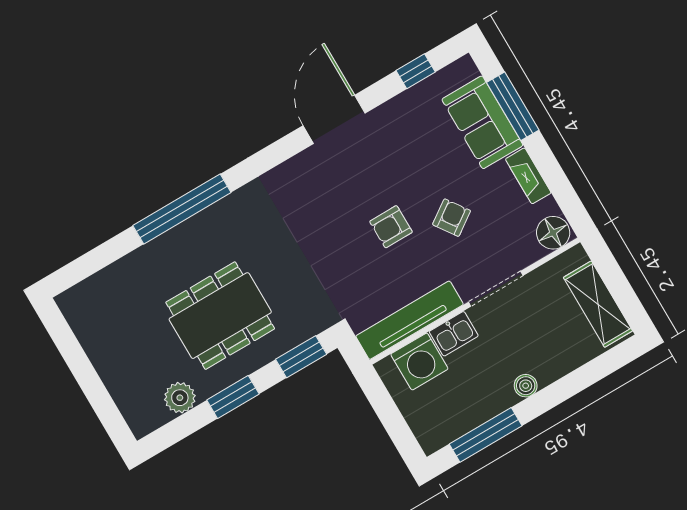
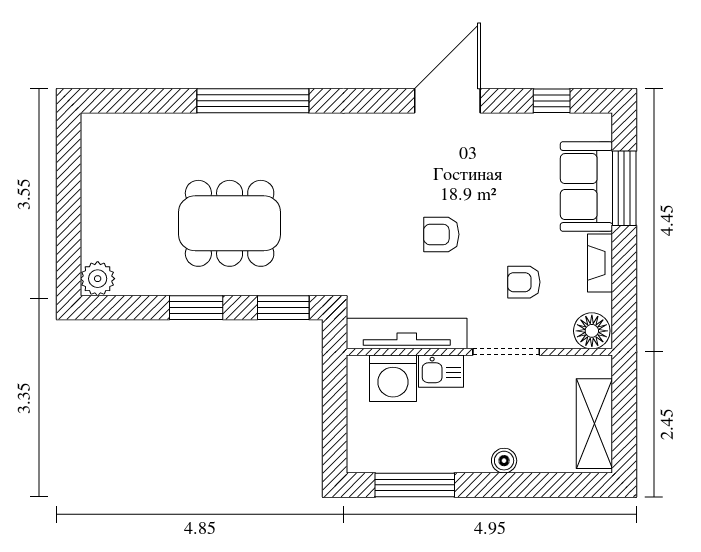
armchair: (452, 218) -> (524, 282), moved, turned -145
boiler: (526, 386) -> (504, 461), moved
plant: (180, 398) -> (98, 279), moved

